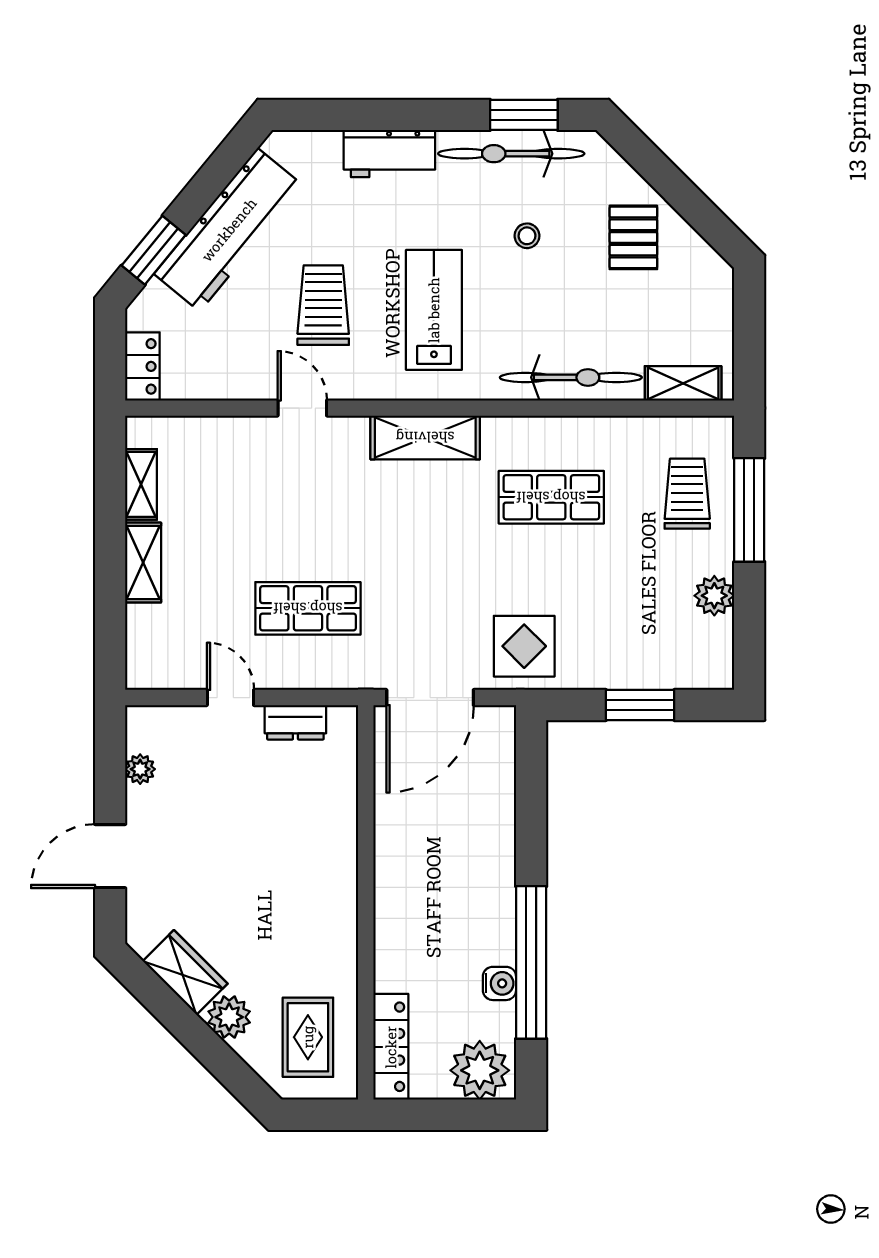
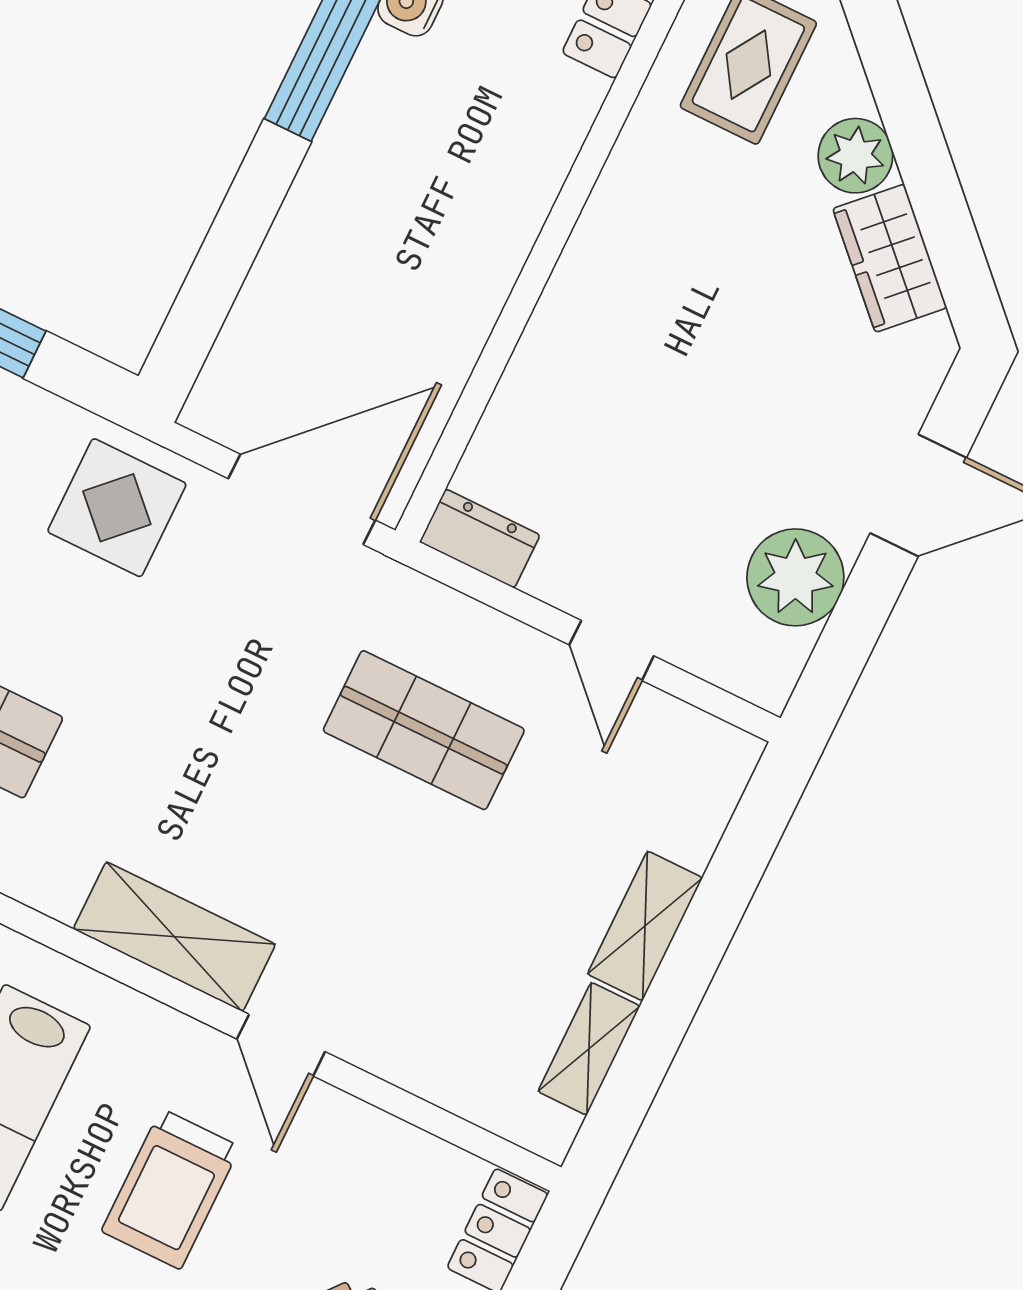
shelving: (425, 437) -> (174, 937), moved
dresser: (295, 722) -> (480, 538), moved
plant: (140, 769) -> (795, 577), width x1.87, depth x1.87

